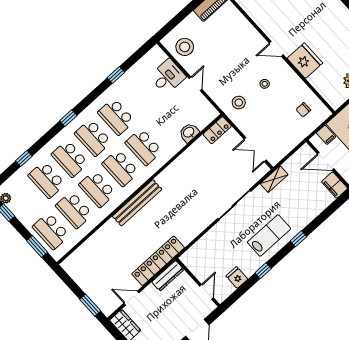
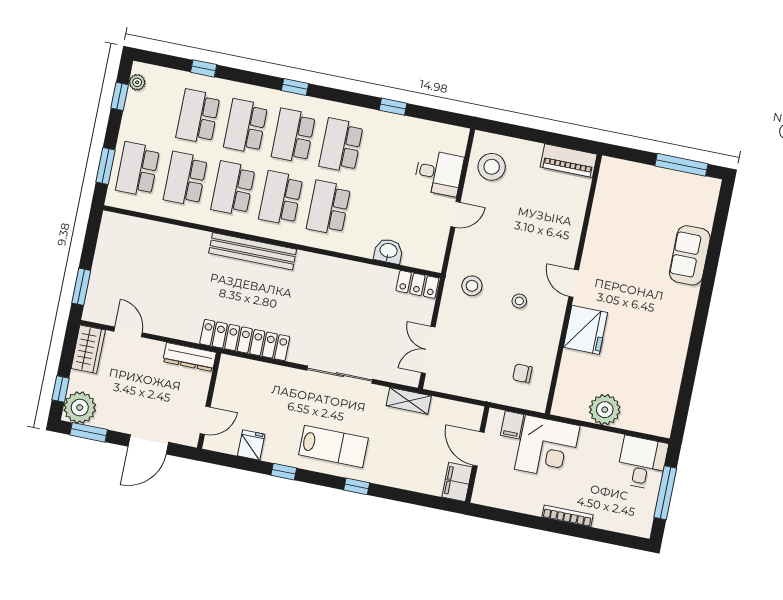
locker: (158, 261) -> (245, 340), moved

